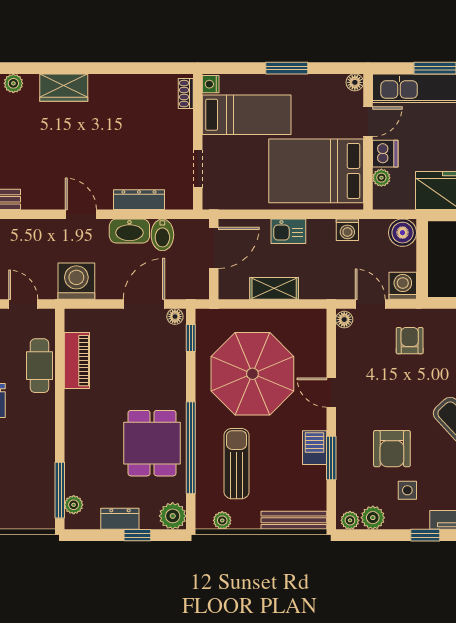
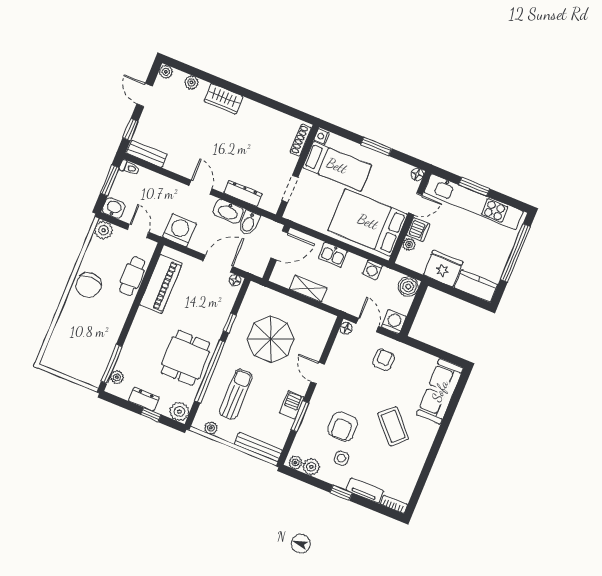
shoe rack: (186, 94) -> (301, 140), width x1.43
window: (191, 338) -> (230, 323), moved
piano: (77, 361) -> (161, 284), width x1.37, depth x1.33
parasol: (252, 374) -> (271, 339), width x0.73, depth x0.73

